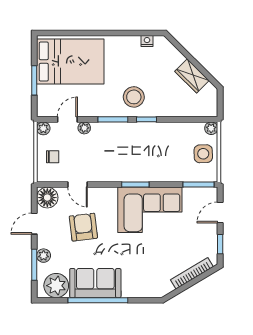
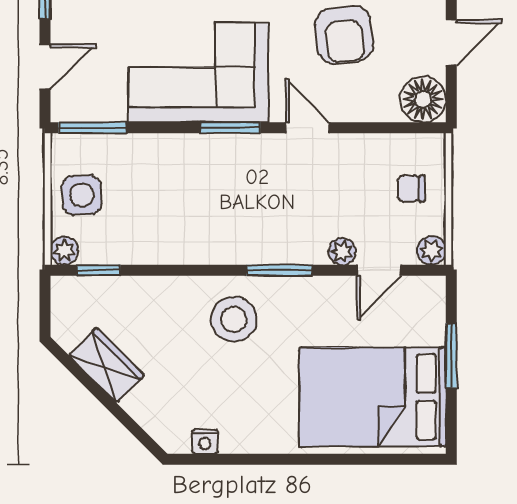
window: (147, 119) -> (99, 270), moved
door: (78, 185) -> (307, 128), moved

